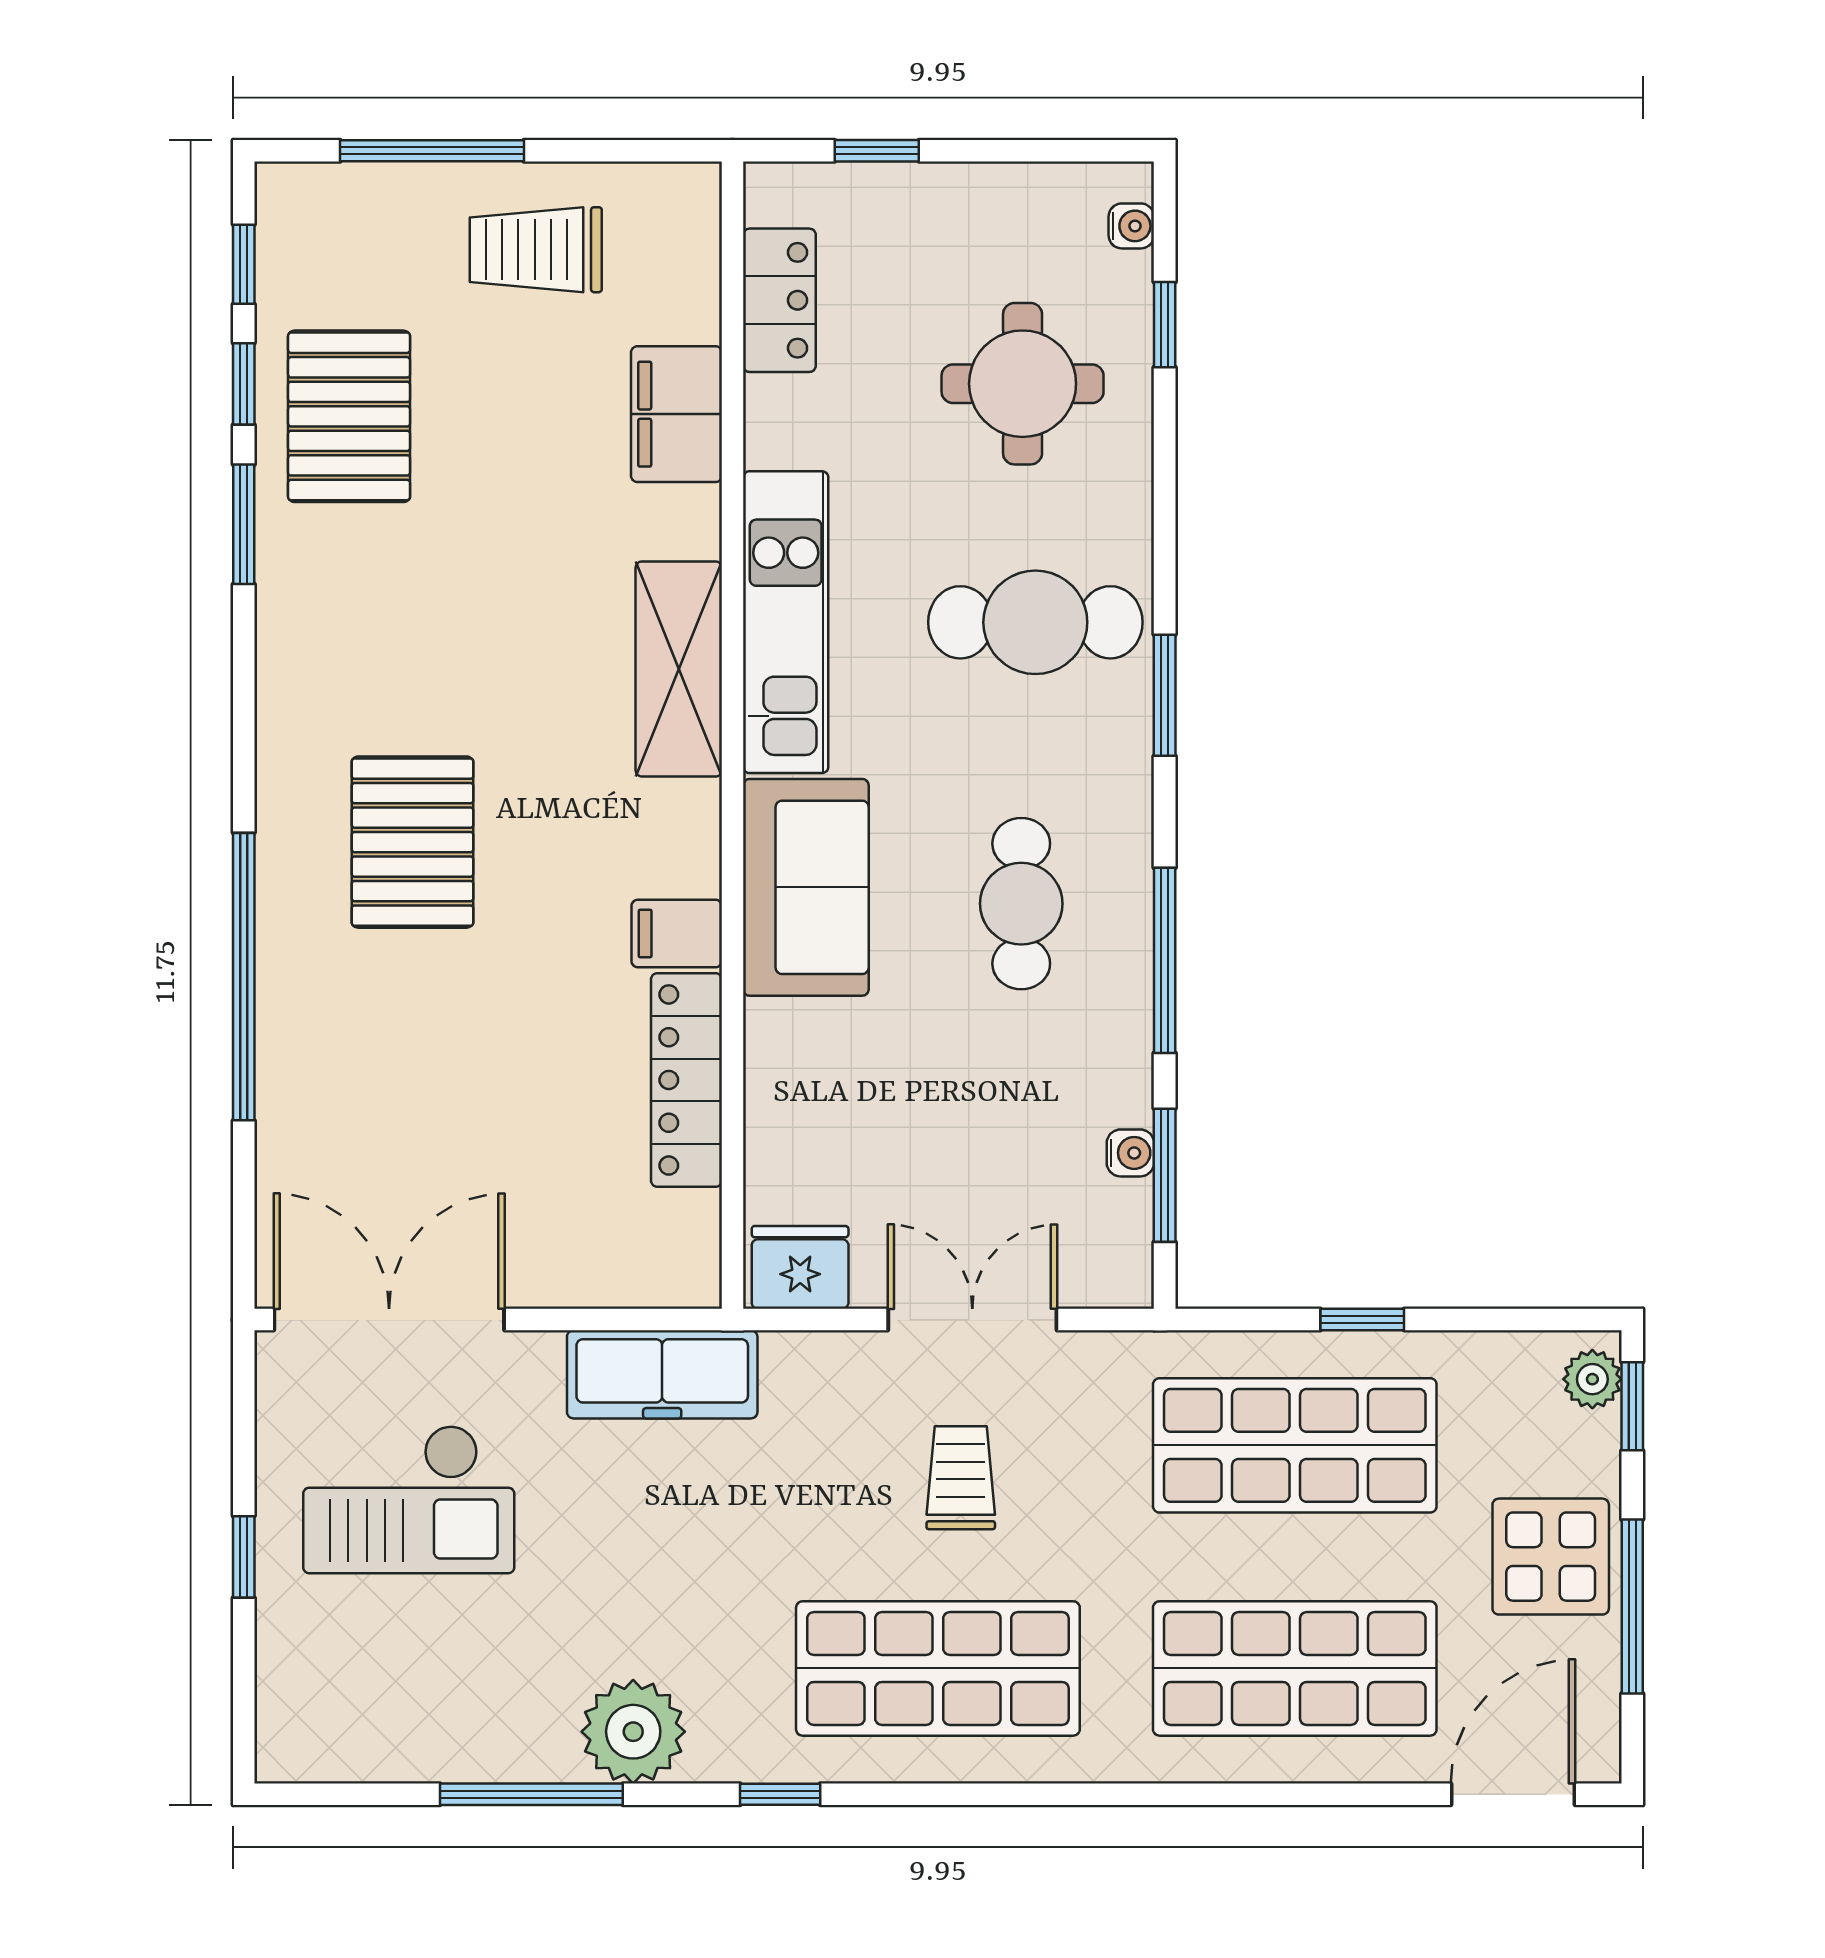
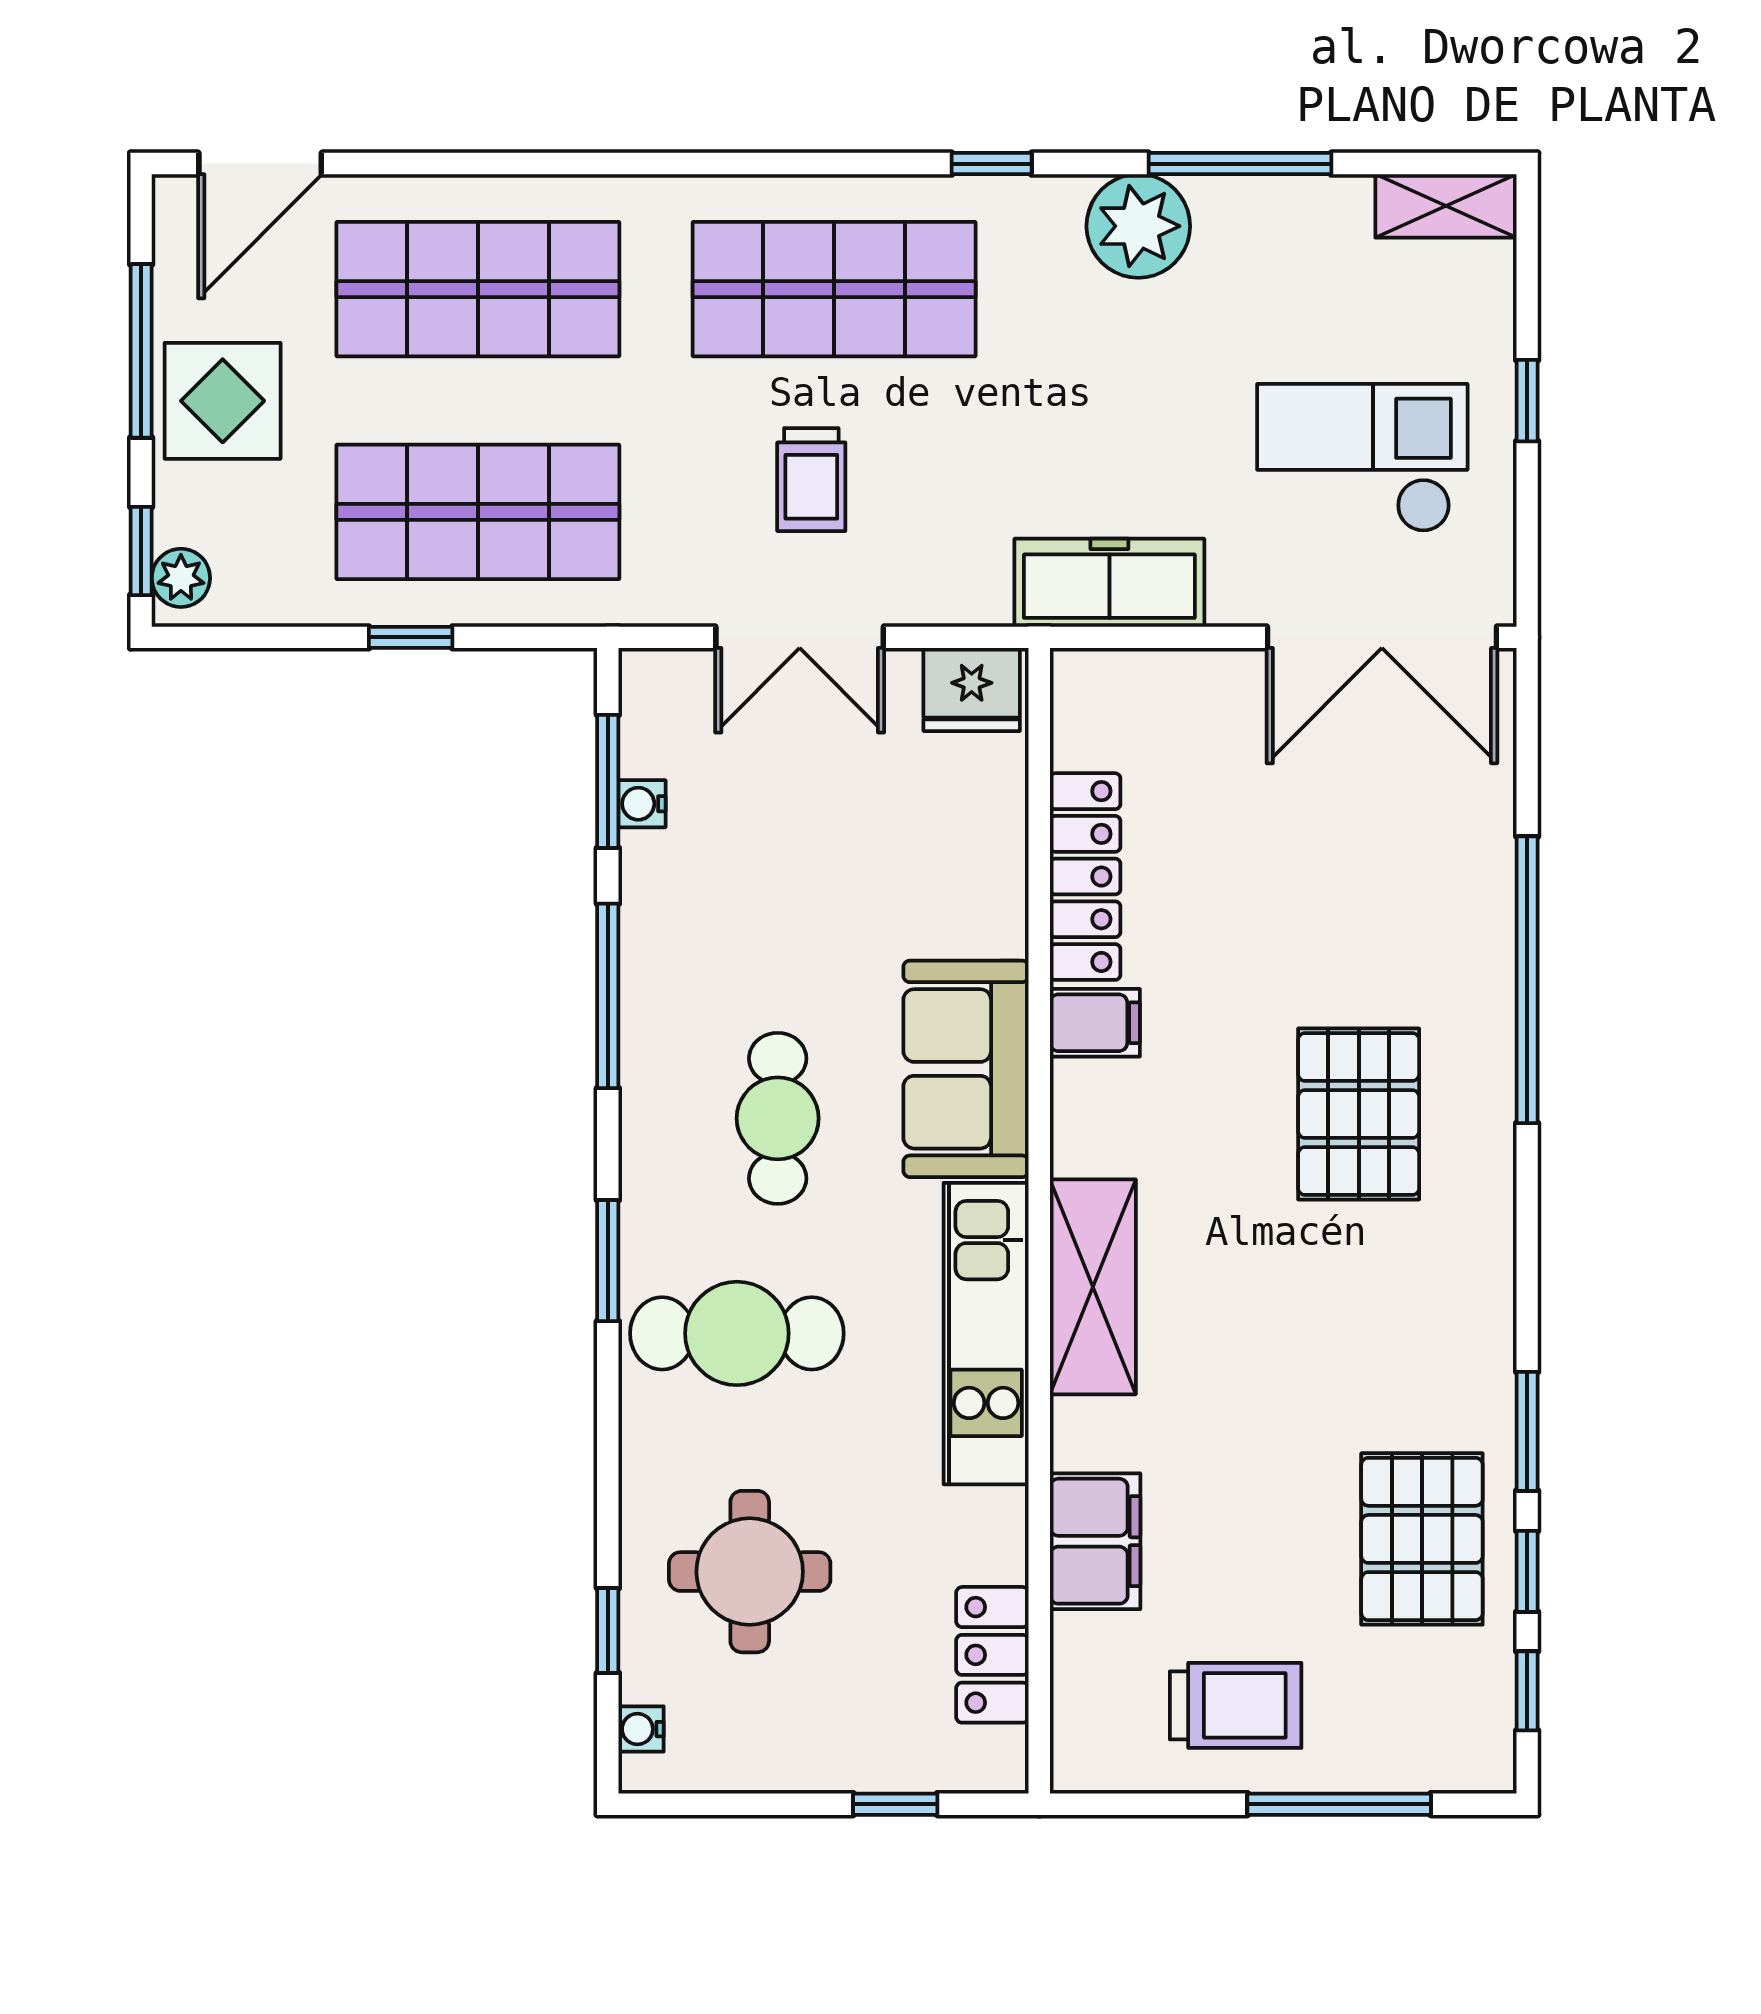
cafe table: (1021, 904) -> (778, 1118), moved
shelving: (325, 1752) -> (1446, 206), added

